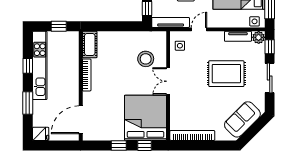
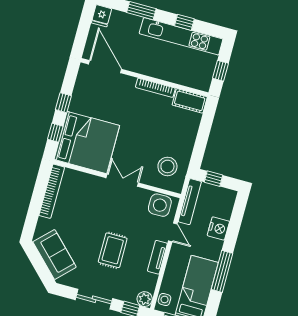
tv unit: (238, 36) -> (157, 257), moved
side table: (180, 46) -> (160, 205), width x1.87, depth x1.87
stool: (146, 59) -> (167, 166), moved
rug: (226, 74) -> (113, 250), width x0.73, depth x0.70

